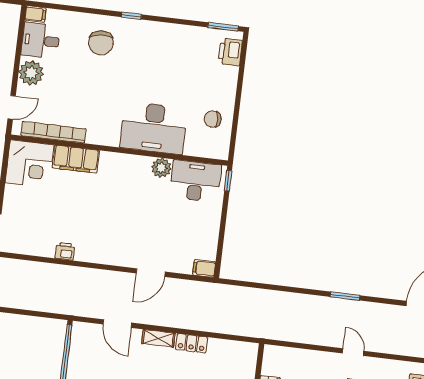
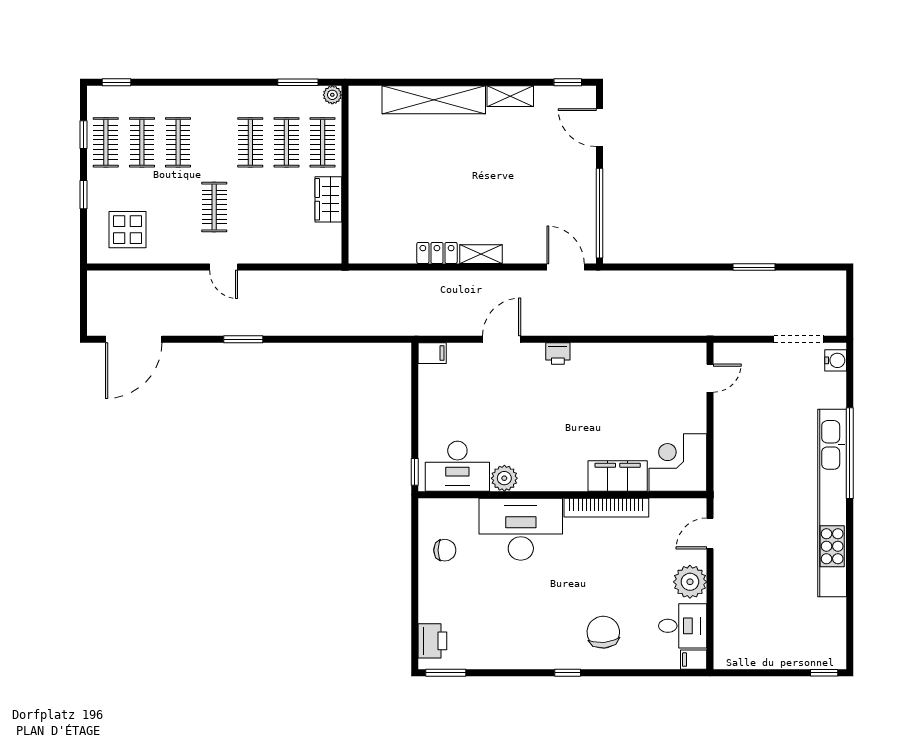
bookcase: (53, 132) -> (606, 508), moved
printer: (65, 251) -> (558, 353), moved
door: (117, 324) -> (566, 267), moved

